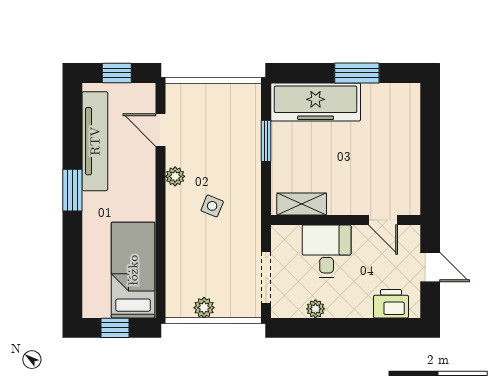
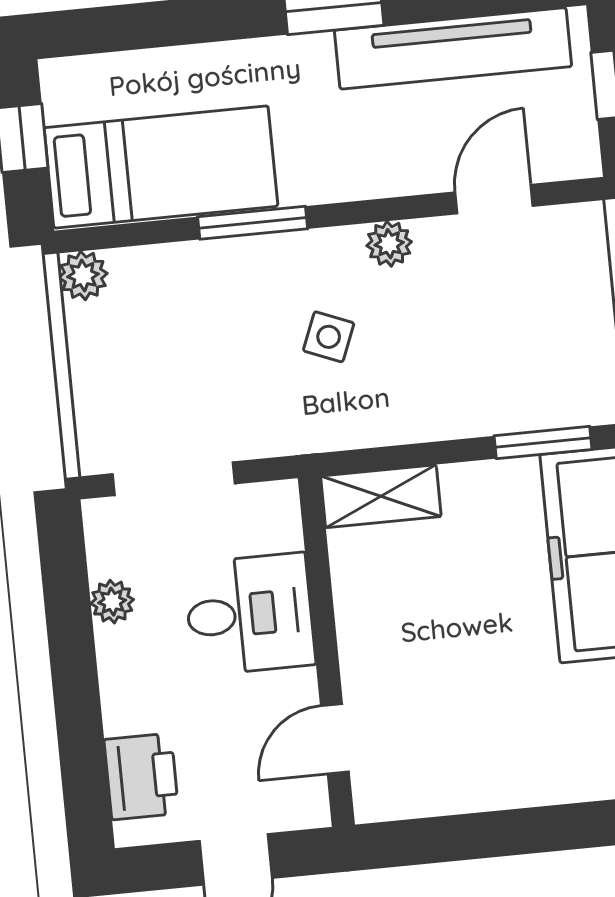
window: (266, 141) -> (543, 443), moved
shelving: (302, 204) -> (381, 496), moved, turned 90
window: (161, 233) -> (253, 223), added
plant: (204, 308) -> (83, 275), moved

